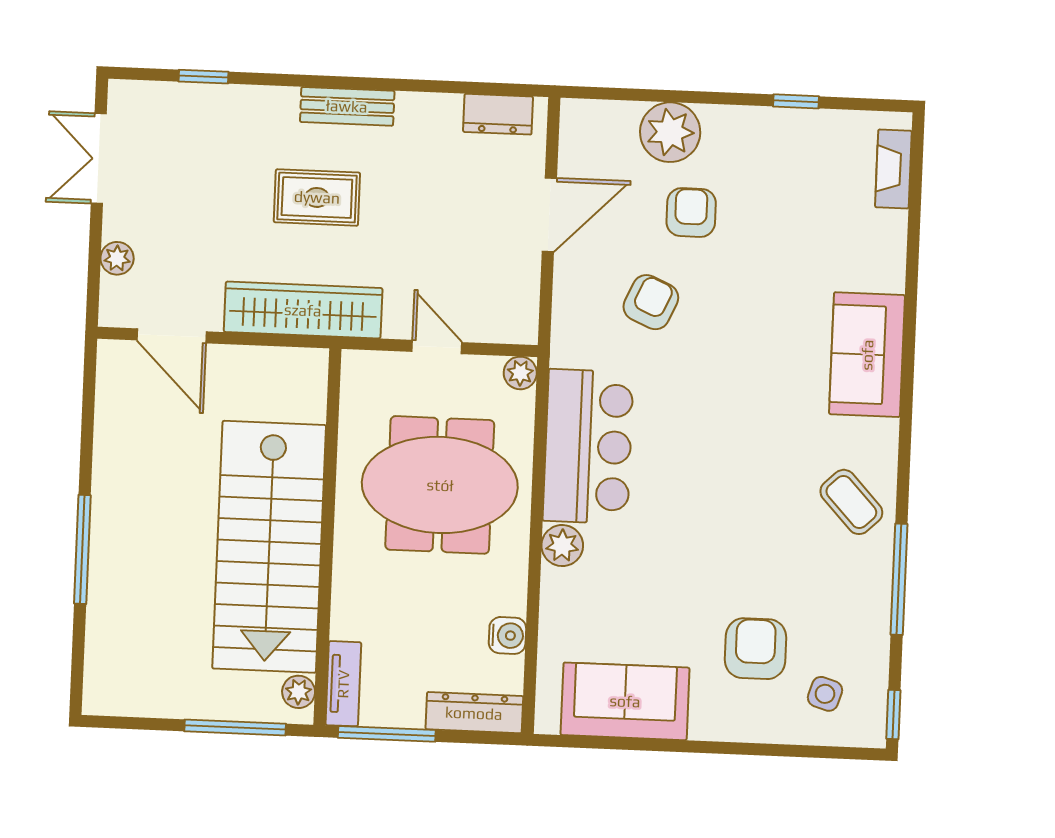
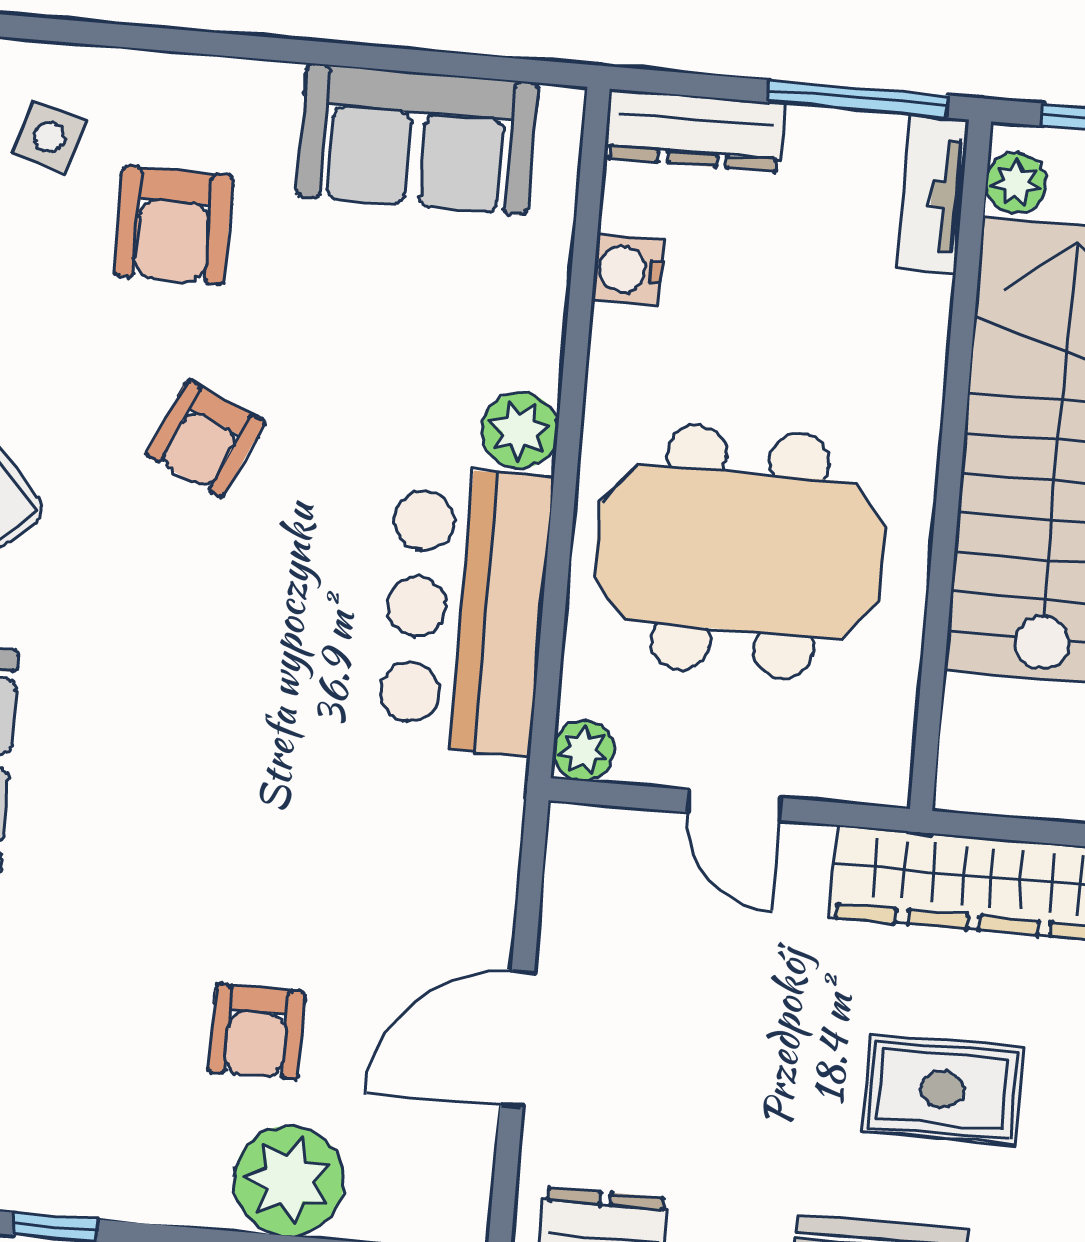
armchair: (651, 302) -> (205, 438), moved

